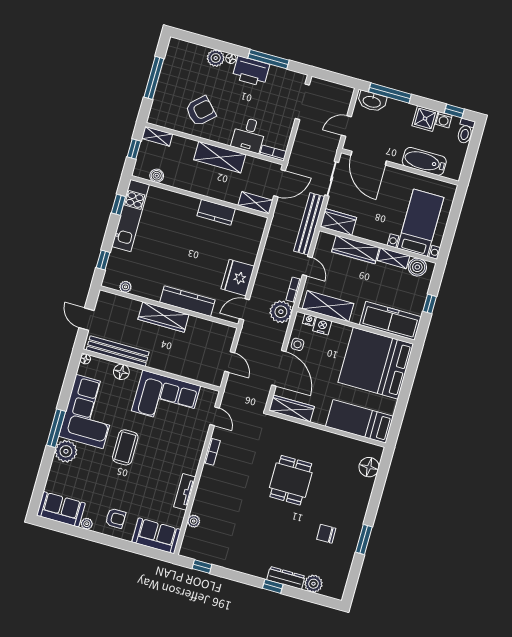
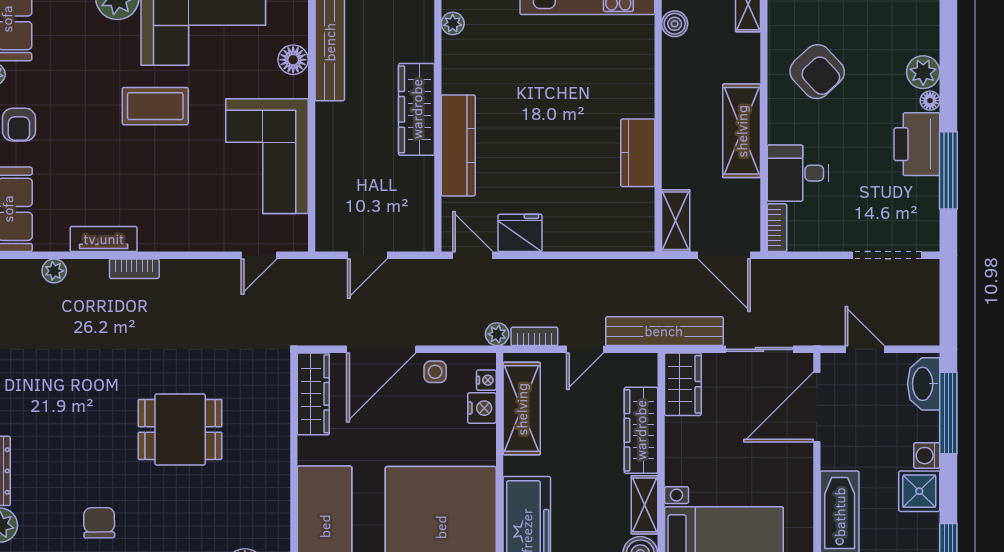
washing machine: (444, 120) -> (927, 456), moved
fridge: (238, 278) -> (520, 233), width x0.73, depth x0.75
plant: (281, 312) -> (497, 334), width x0.53, depth x0.53
bookcase: (212, 452) -> (134, 269), moved

